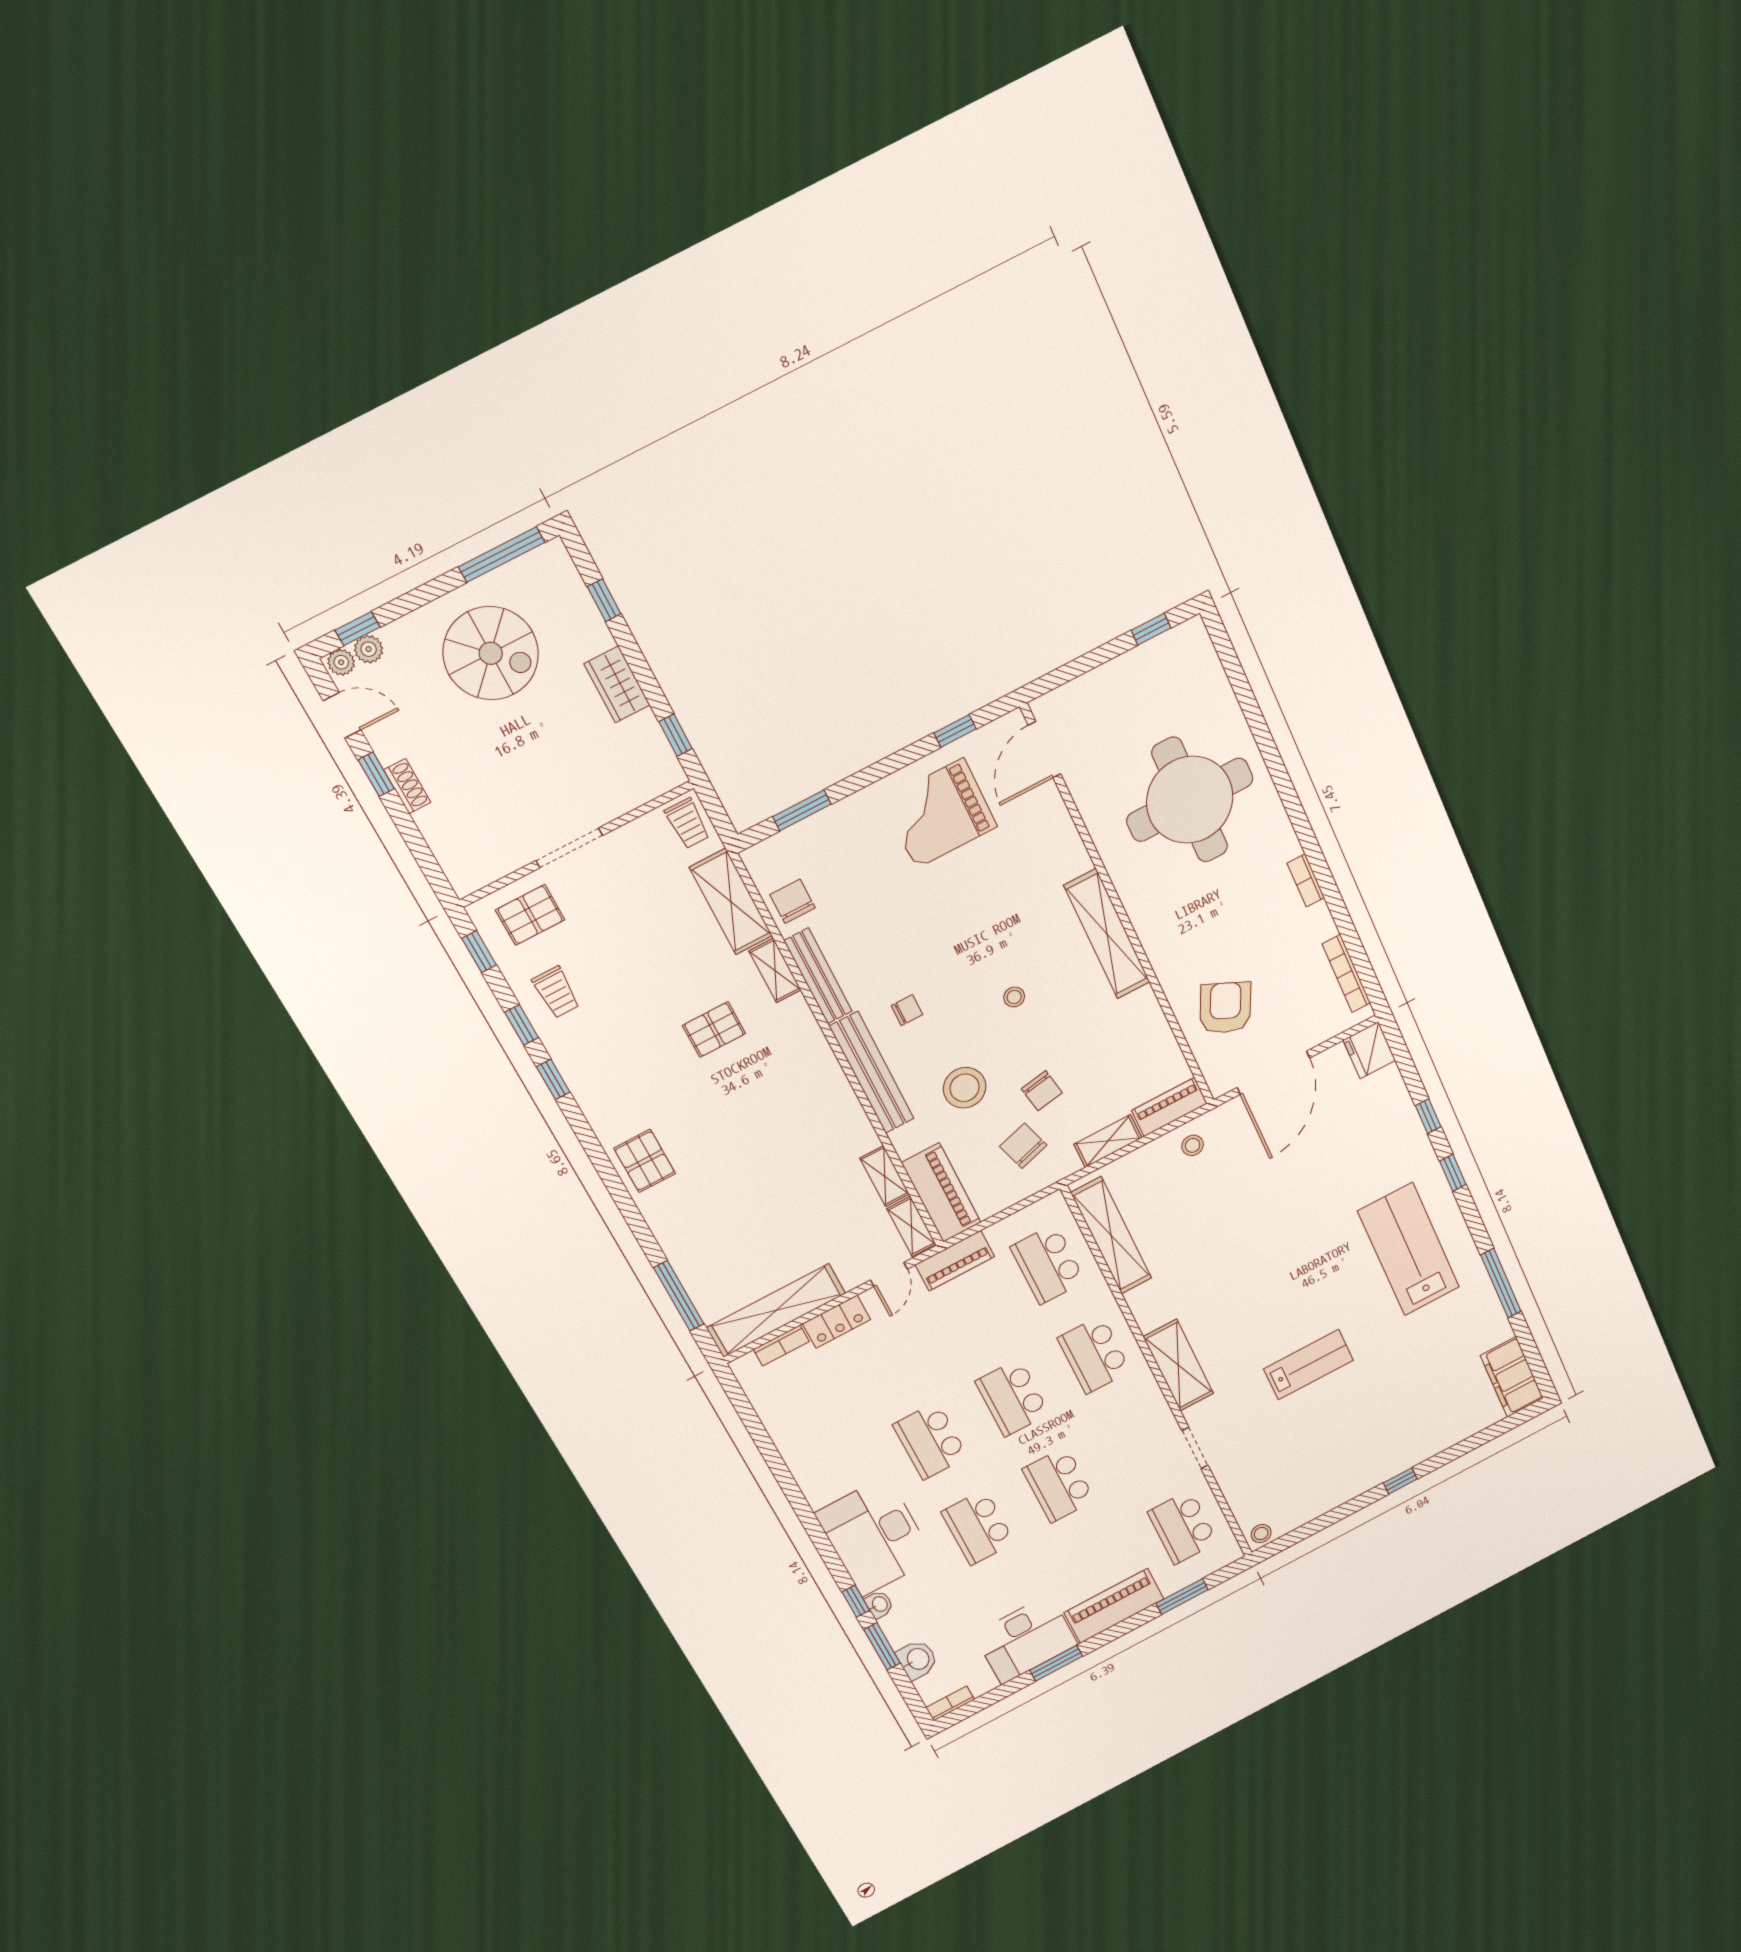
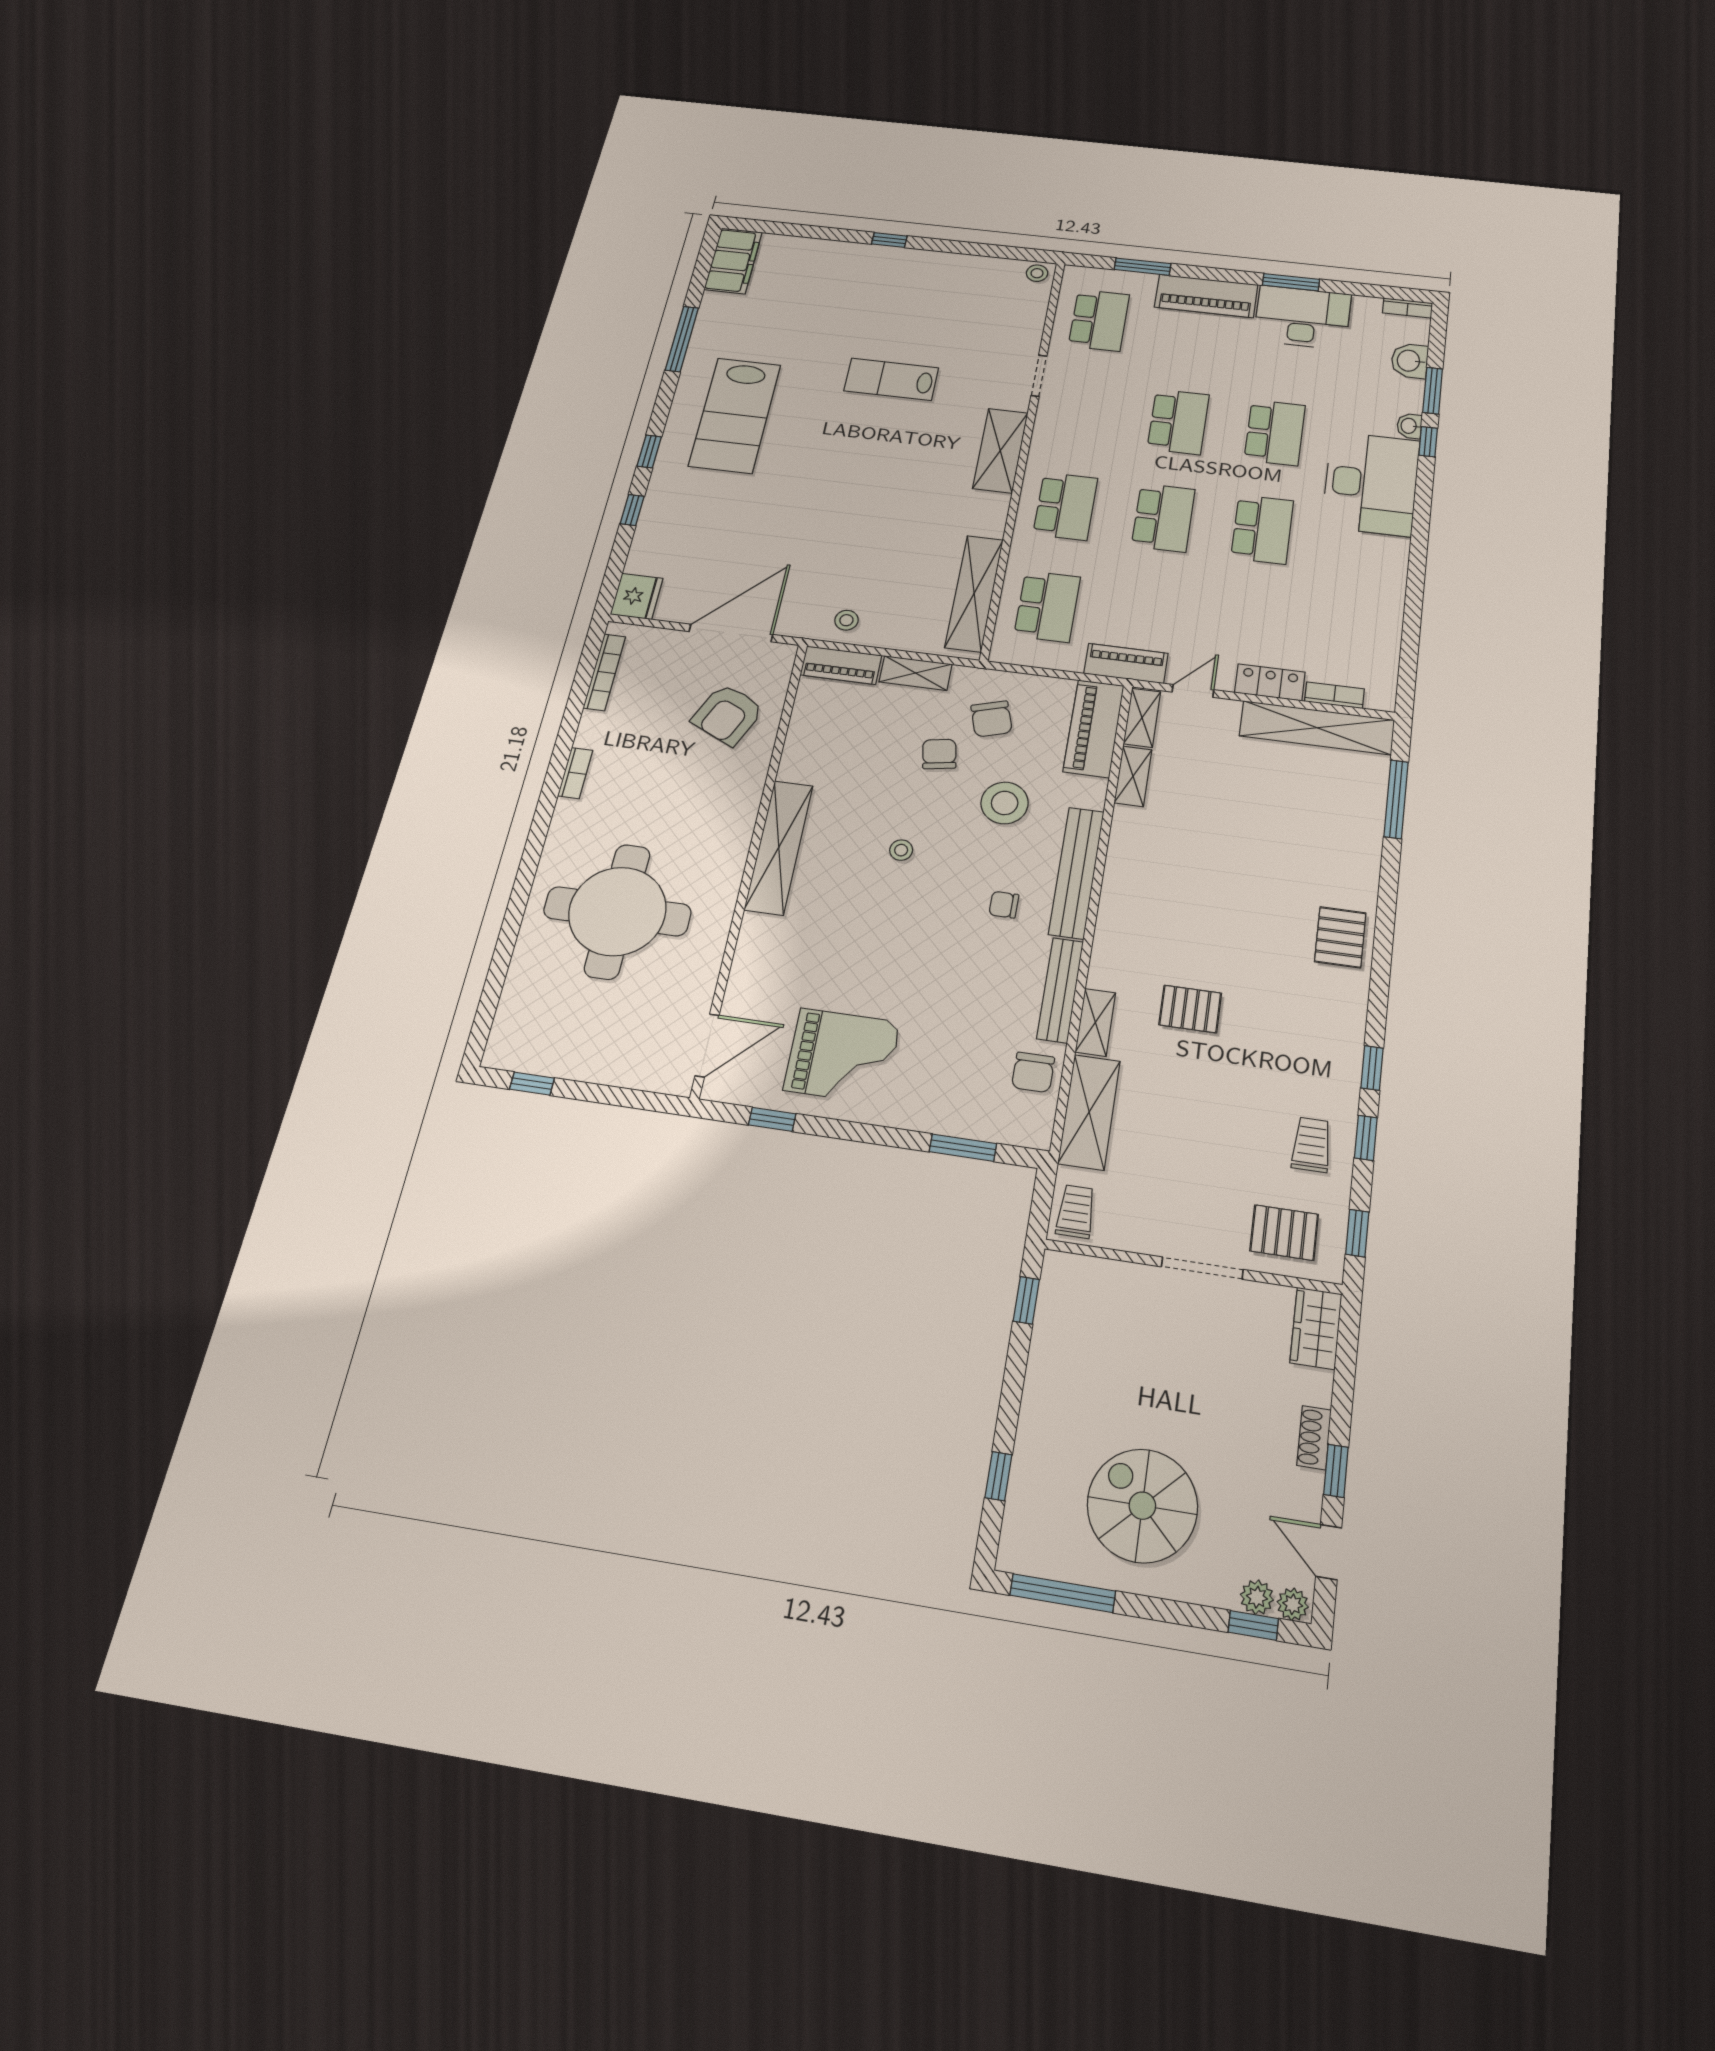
wardrobe: (617, 684) -> (1316, 1328), moved, turned 180

